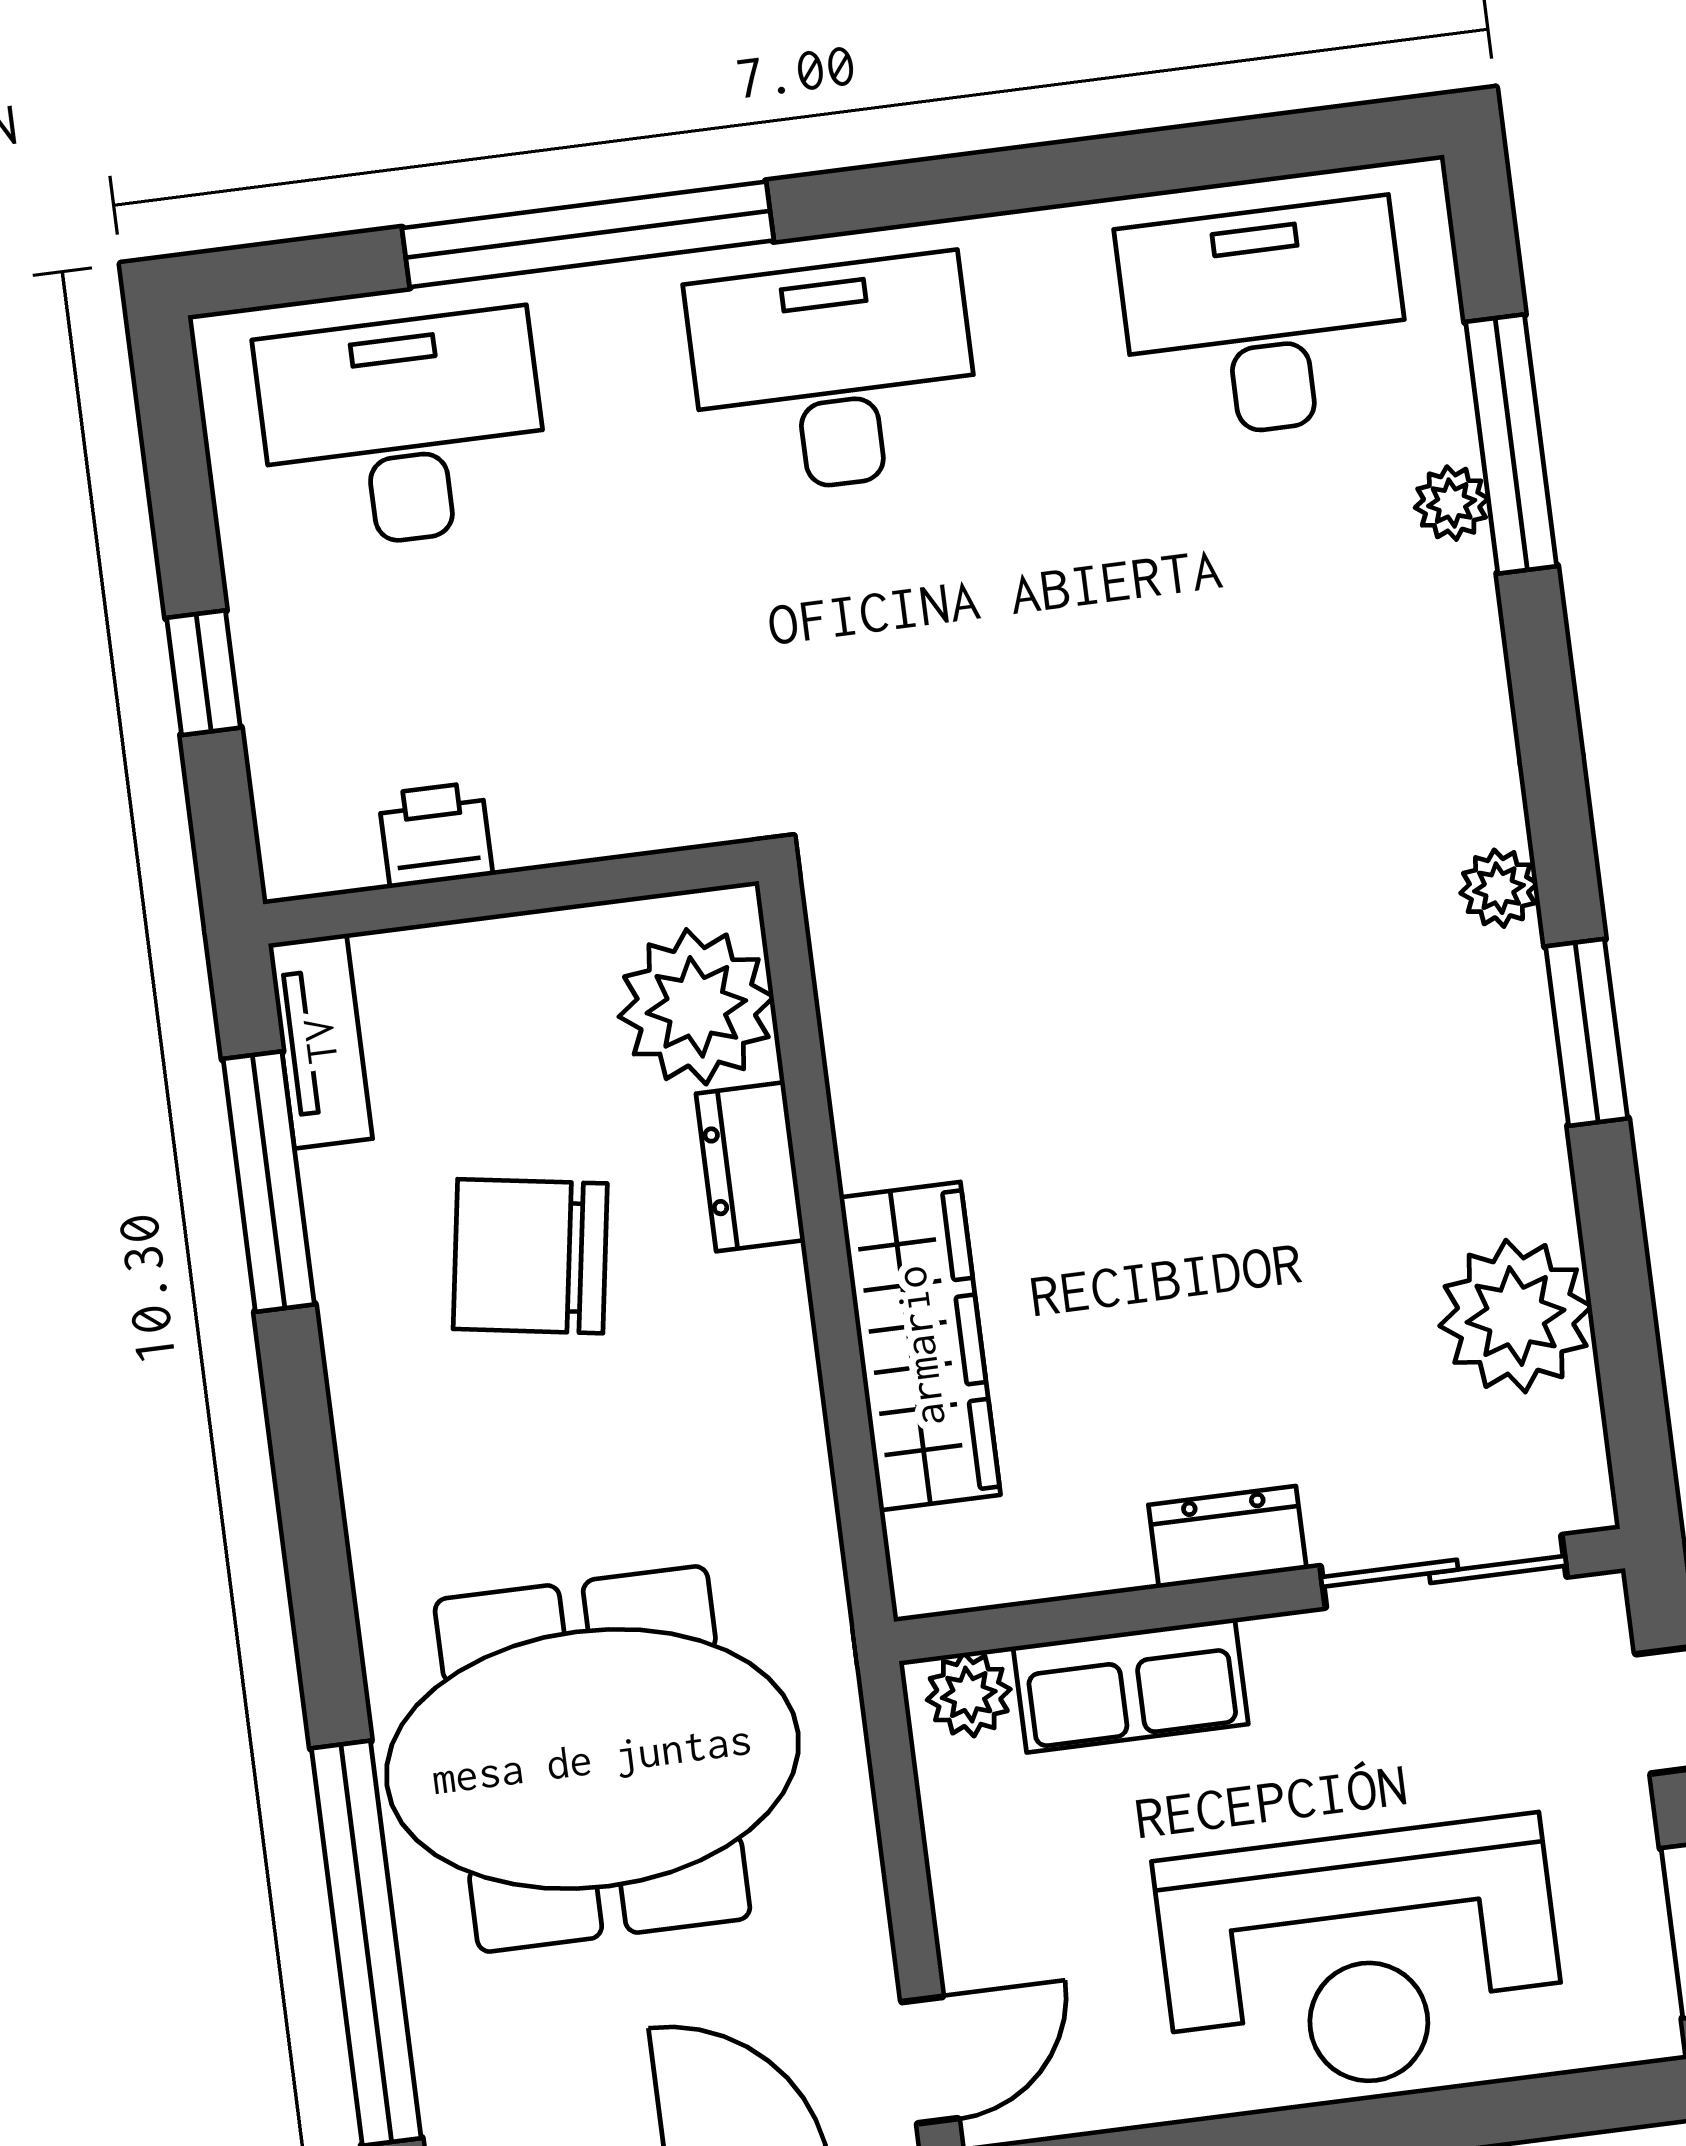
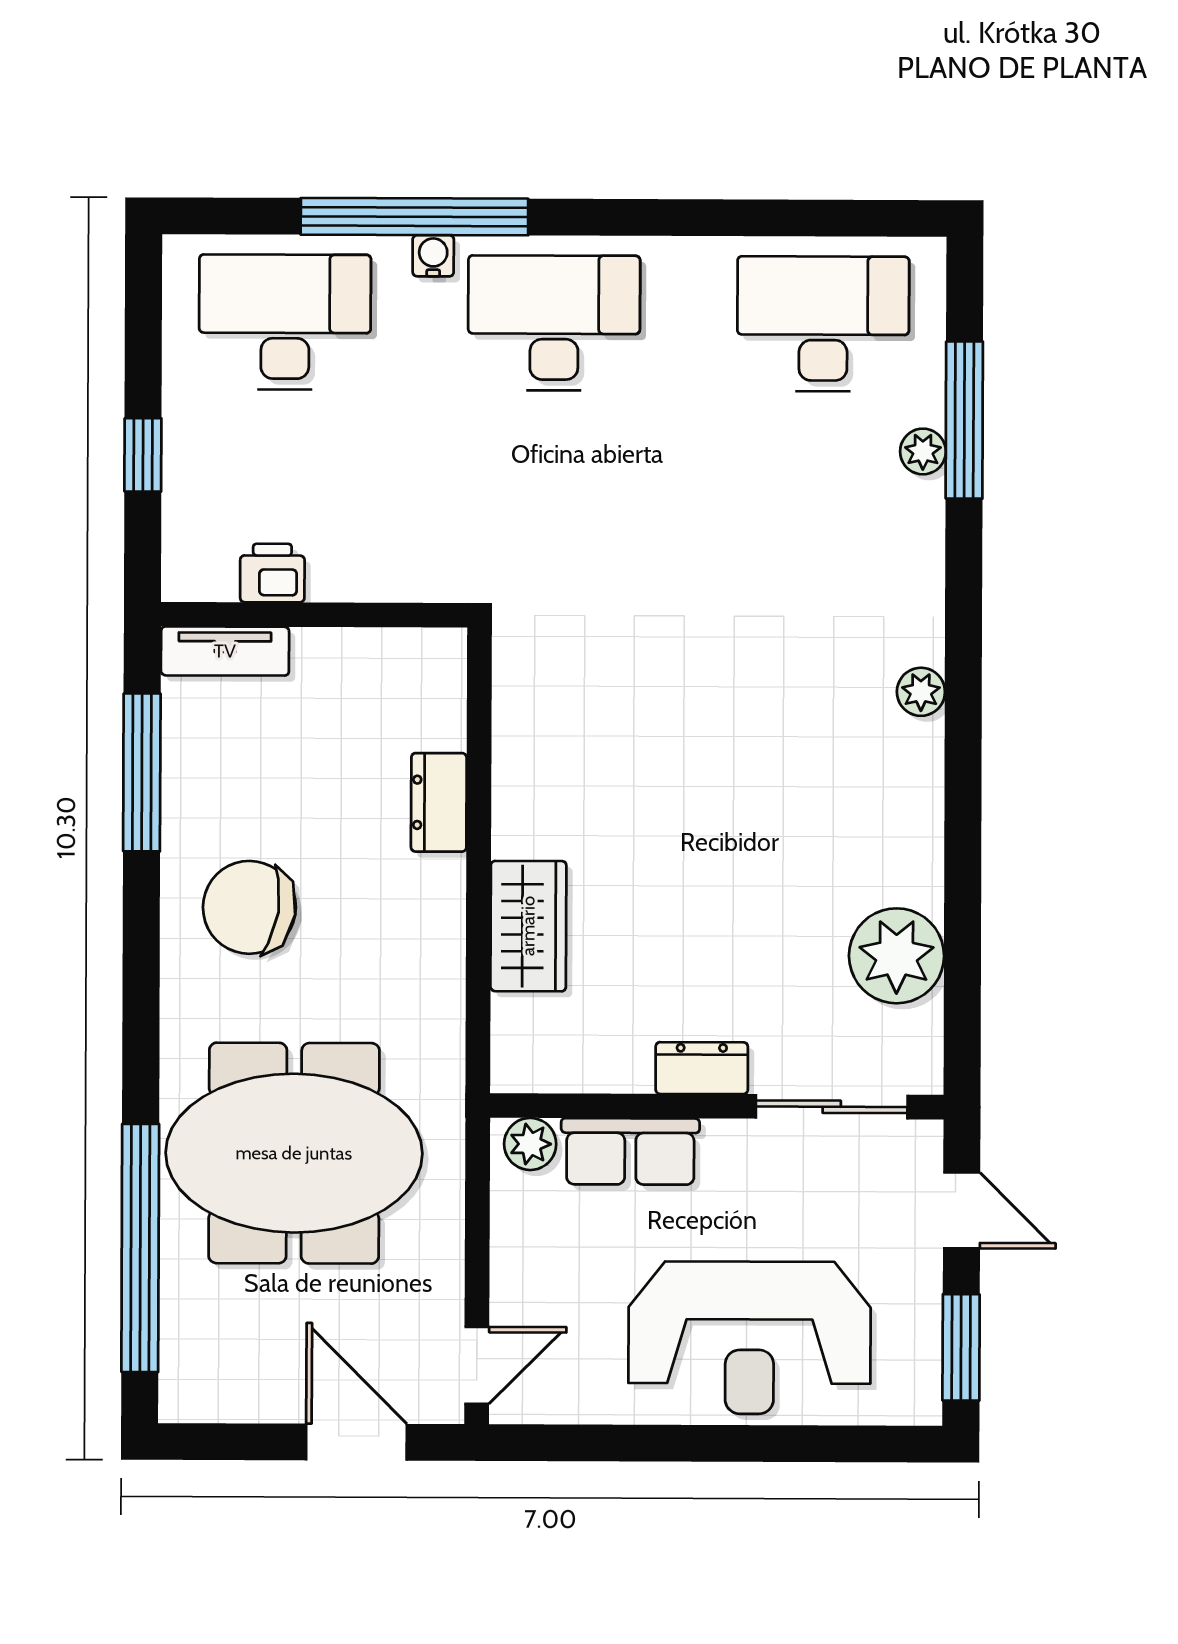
water cooler: (626, 293) -> (433, 256), added
plant: (696, 1007) -> (419, 700), removed
window: (1587, 1032) -> (963, 787), removed
tv unit: (320, 1041) -> (225, 651), moved, turned 90
chair: (530, 1256) -> (249, 907), moved
wardrobe: (920, 1346) -> (528, 926), width x0.67

